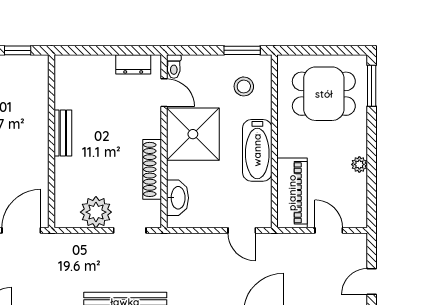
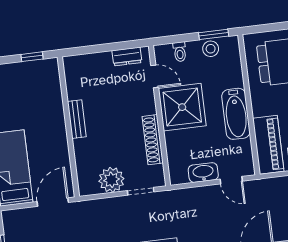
toilet: (174, 66) -> (180, 52), moved
stool: (244, 86) -> (211, 49), moved
washbasin: (177, 198) -> (203, 173), moved, turned -90

